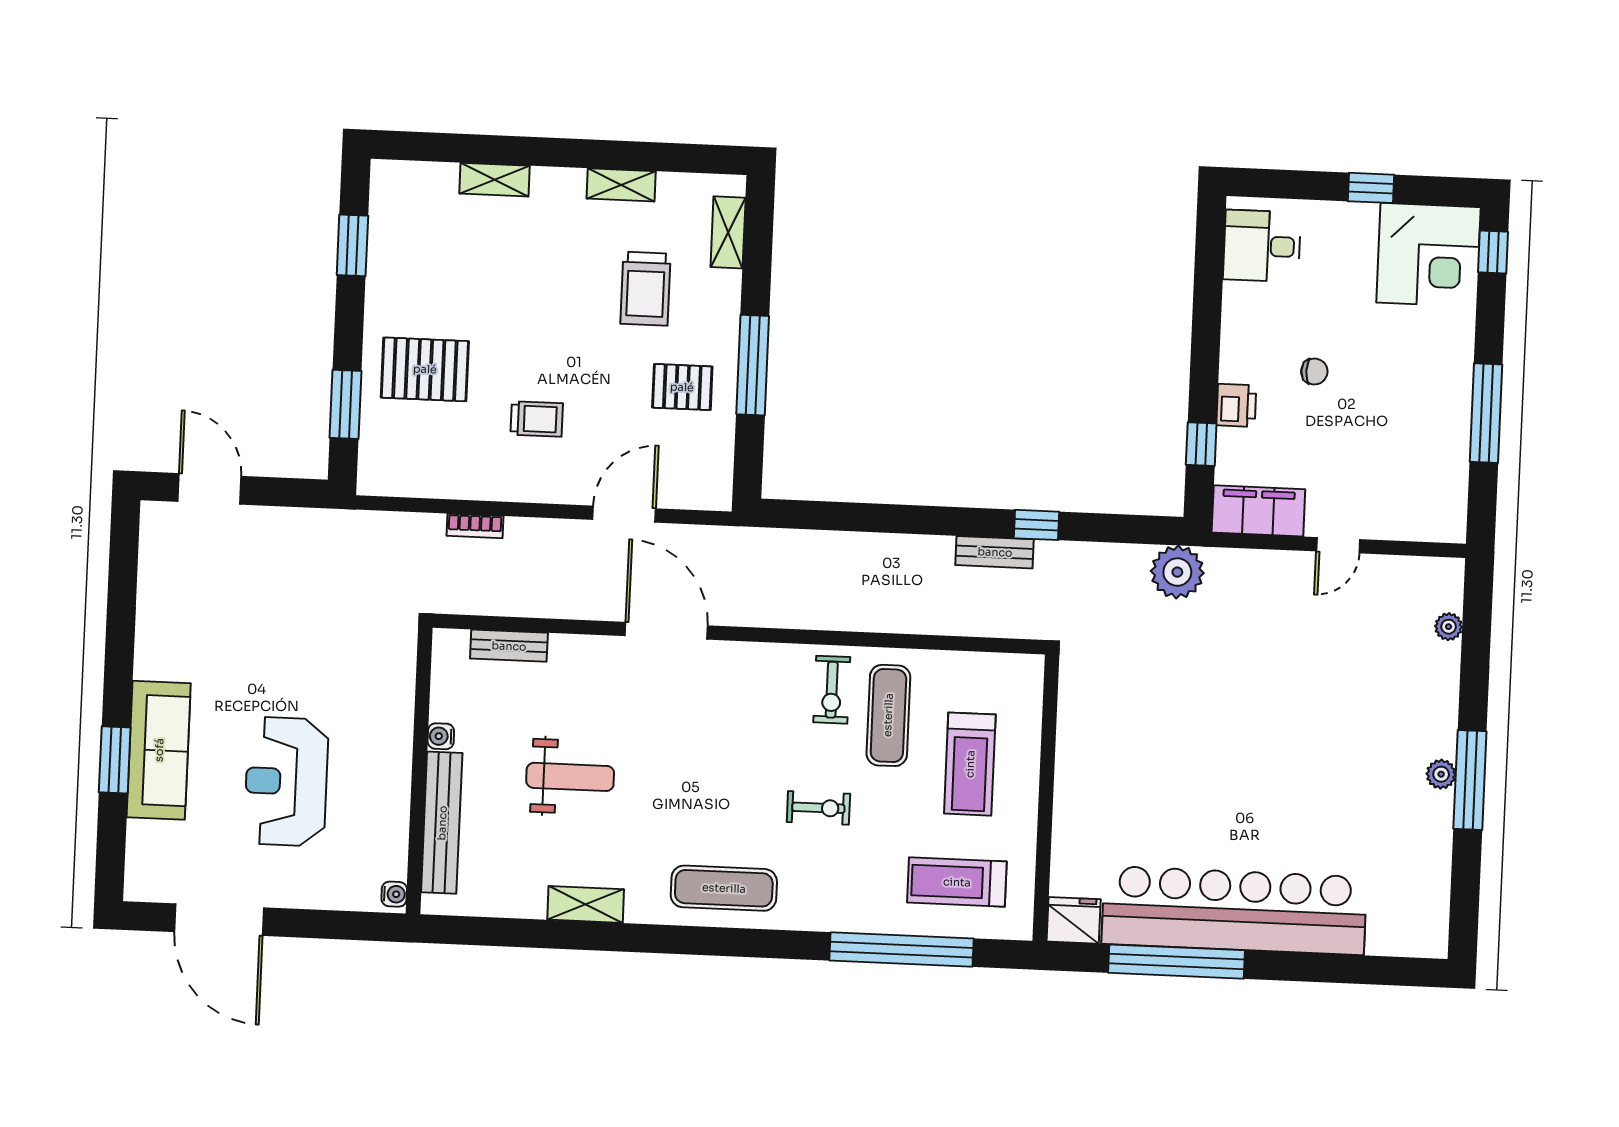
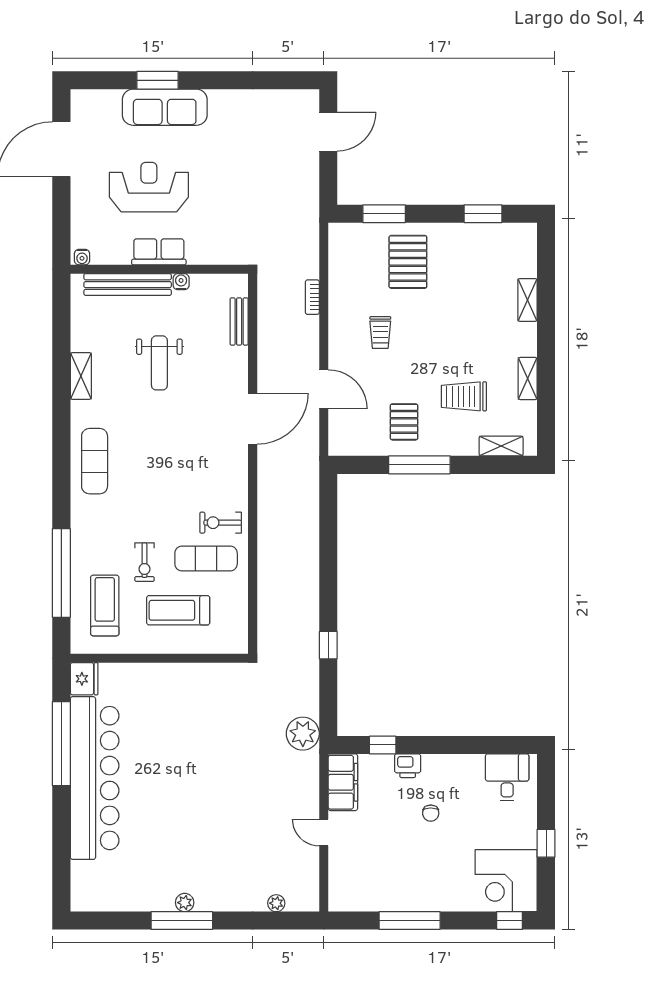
bench: (995, 552) -> (310, 620), removed
row of seats: (391, 770) -> (159, 252), added
exercise bike: (818, 808) -> (144, 562), moved

